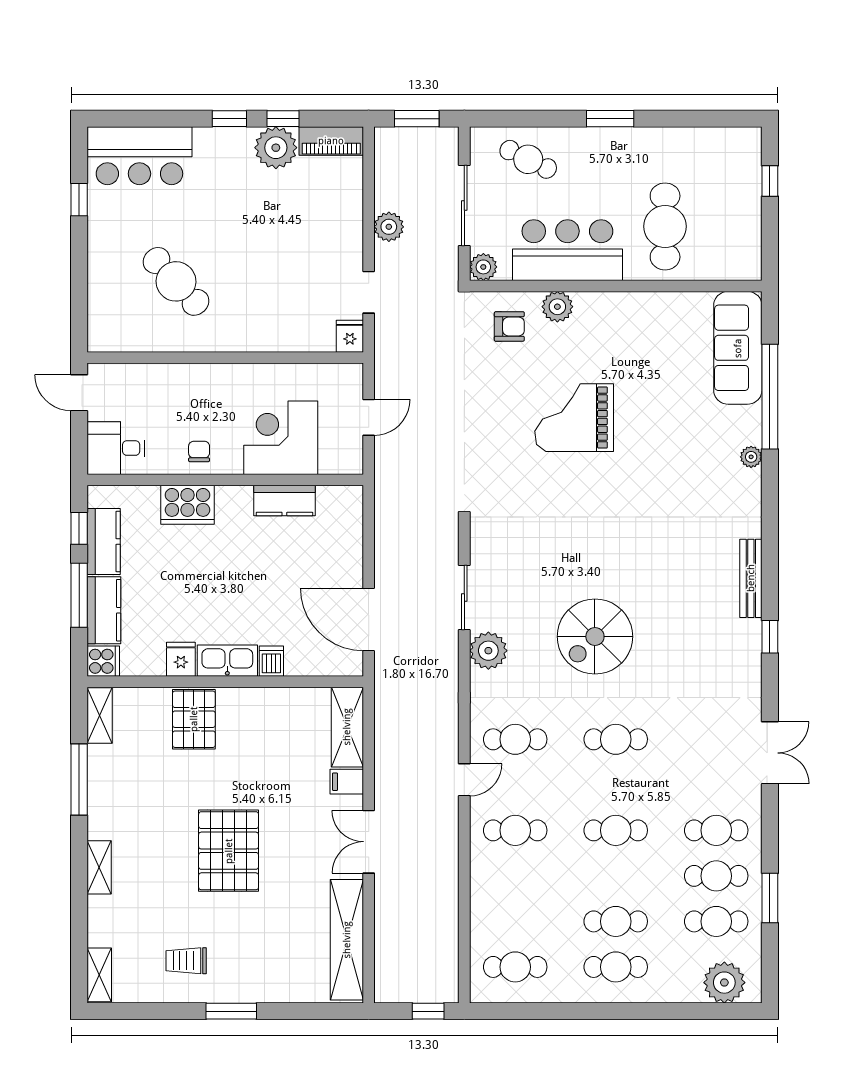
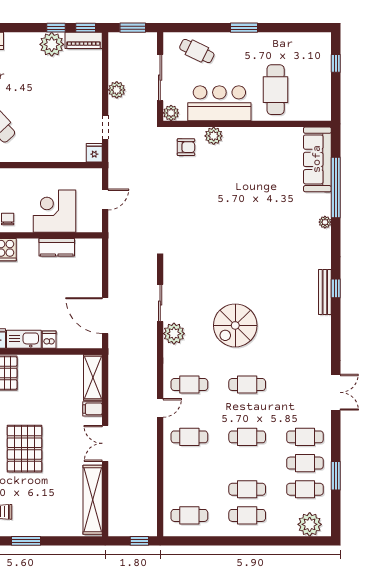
window: (229, 119) -> (86, 28), moved
grand piano: (574, 418) -> (223, 200), removed
window: (770, 637) -> (336, 288), moved

